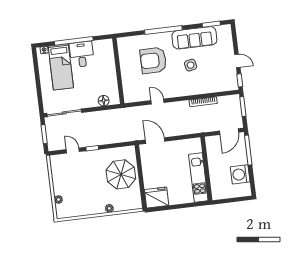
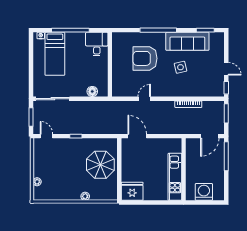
desk: (82, 54) -> (97, 44), moved
door: (157, 102) -> (144, 99), hinge flipped
door: (73, 151) -> (46, 136), moved
washing machine: (240, 174) -> (204, 192), moved, turned 90

